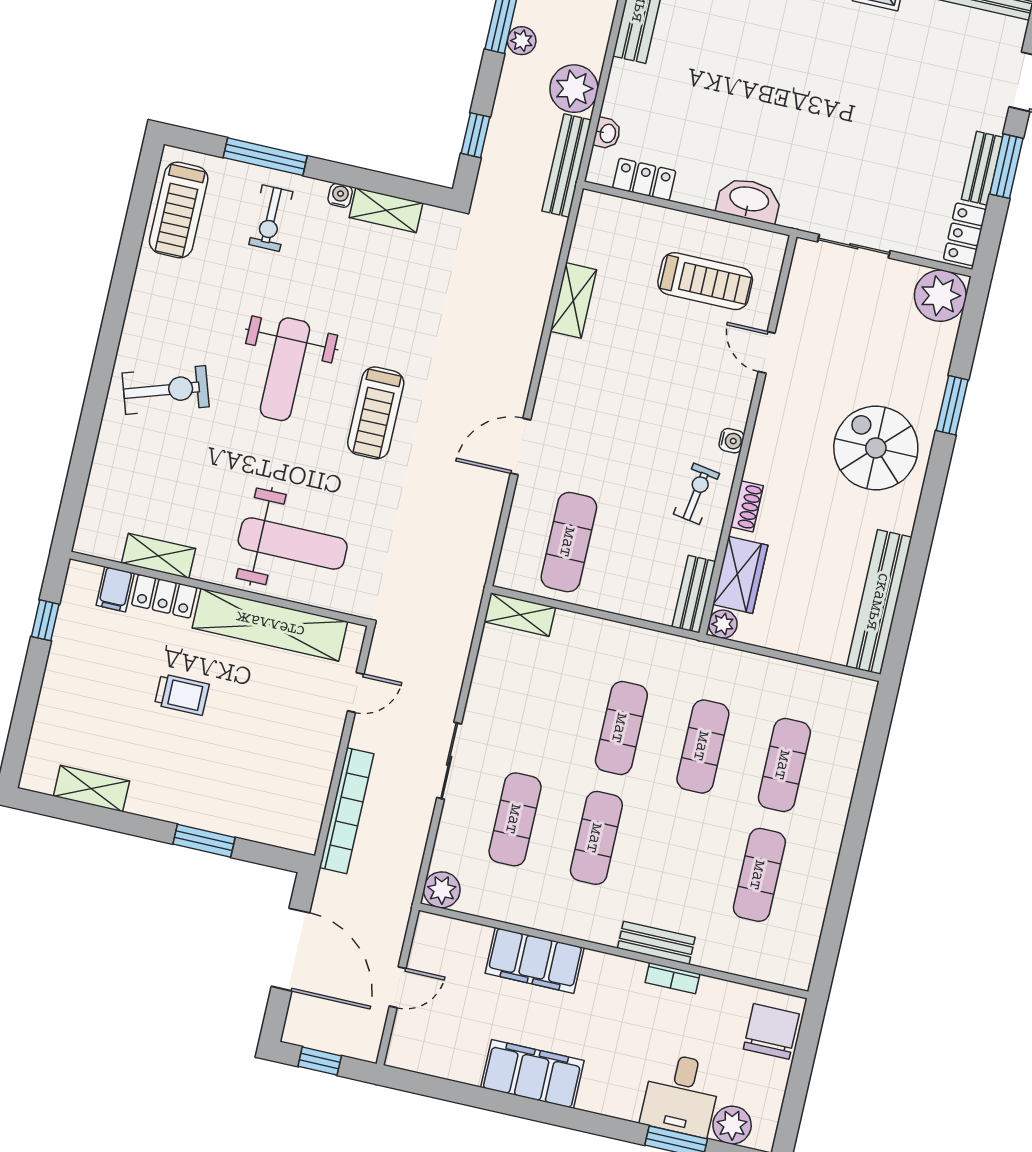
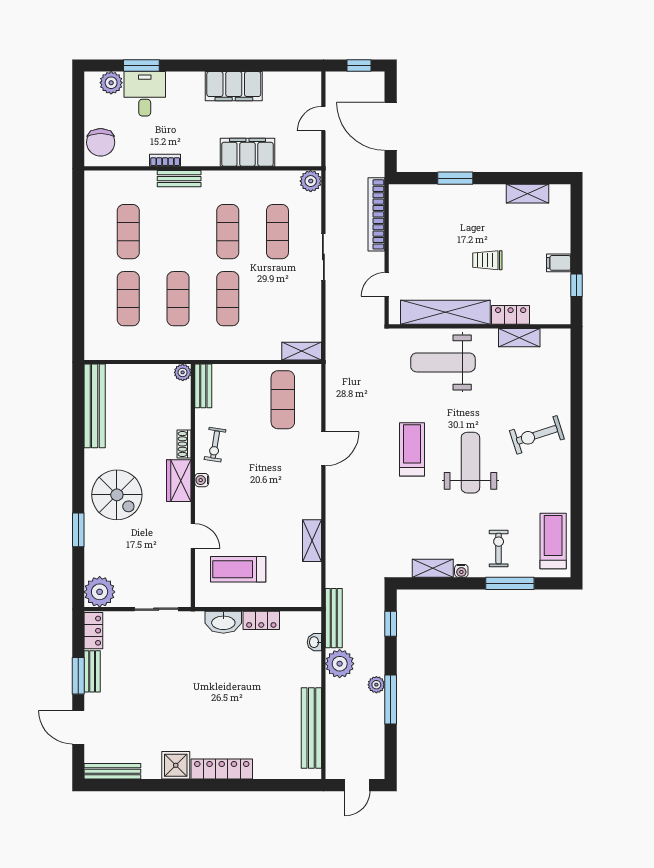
locker: (644, 179) -> (261, 620), moved
wardrobe: (740, 575) -> (179, 481), moved
filing cabinet: (115, 589) -> (559, 263), moved, turned -90

